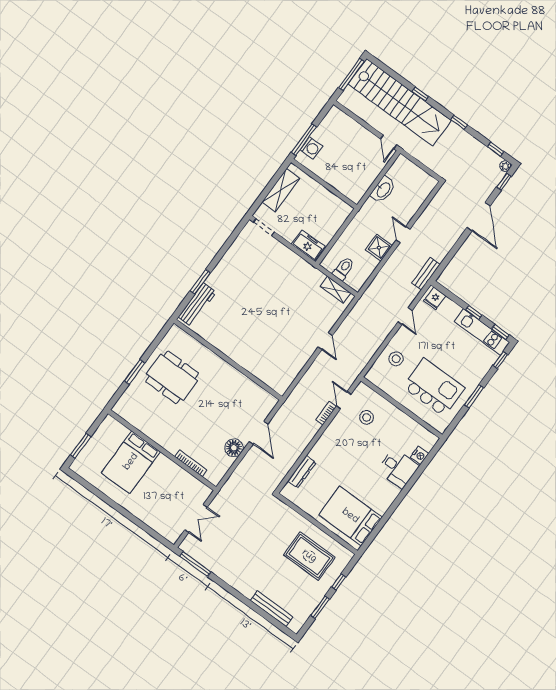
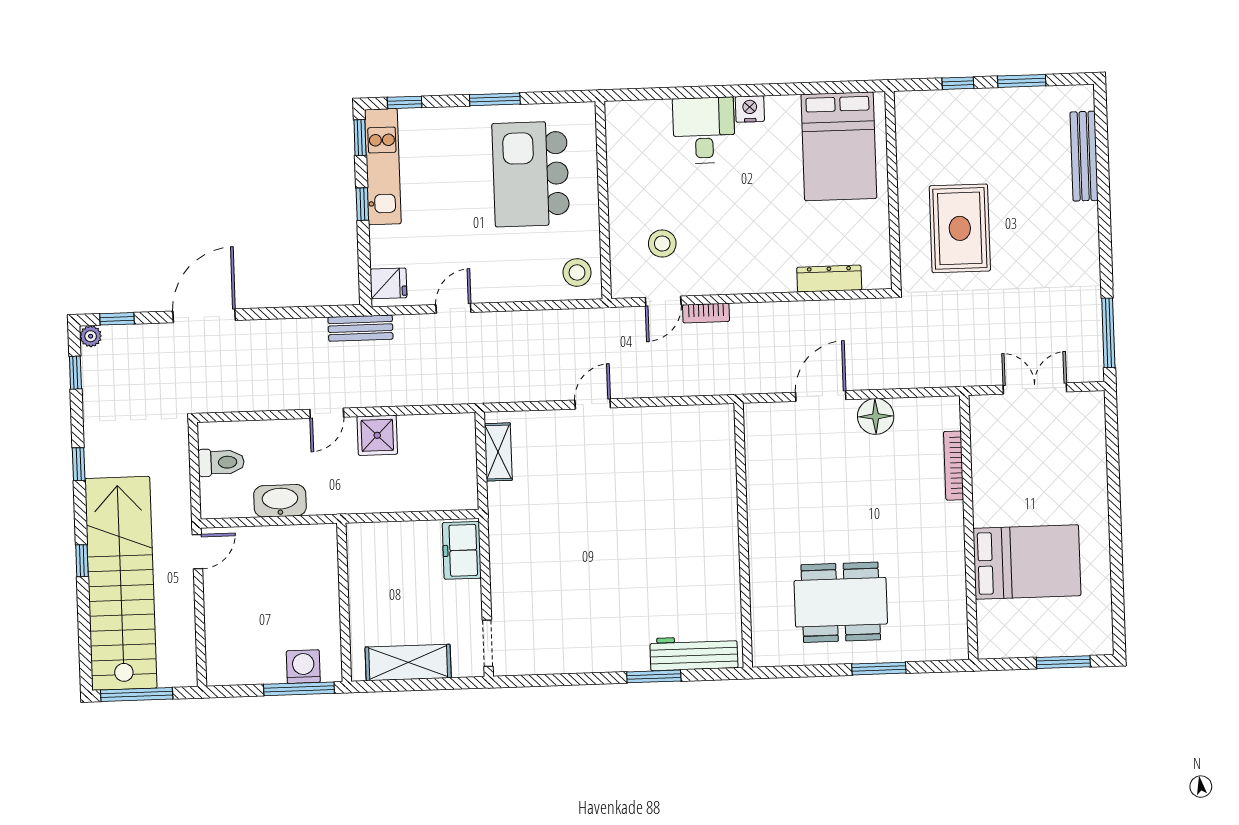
toilet: (344, 269) -> (221, 462), moved, turned 180
stool: (396, 359) -> (577, 272), moved
dining table: (172, 377) -> (841, 602), turned 90
nightstand: (420, 455) -> (750, 109), moved
rug: (309, 556) -> (960, 228), moved

